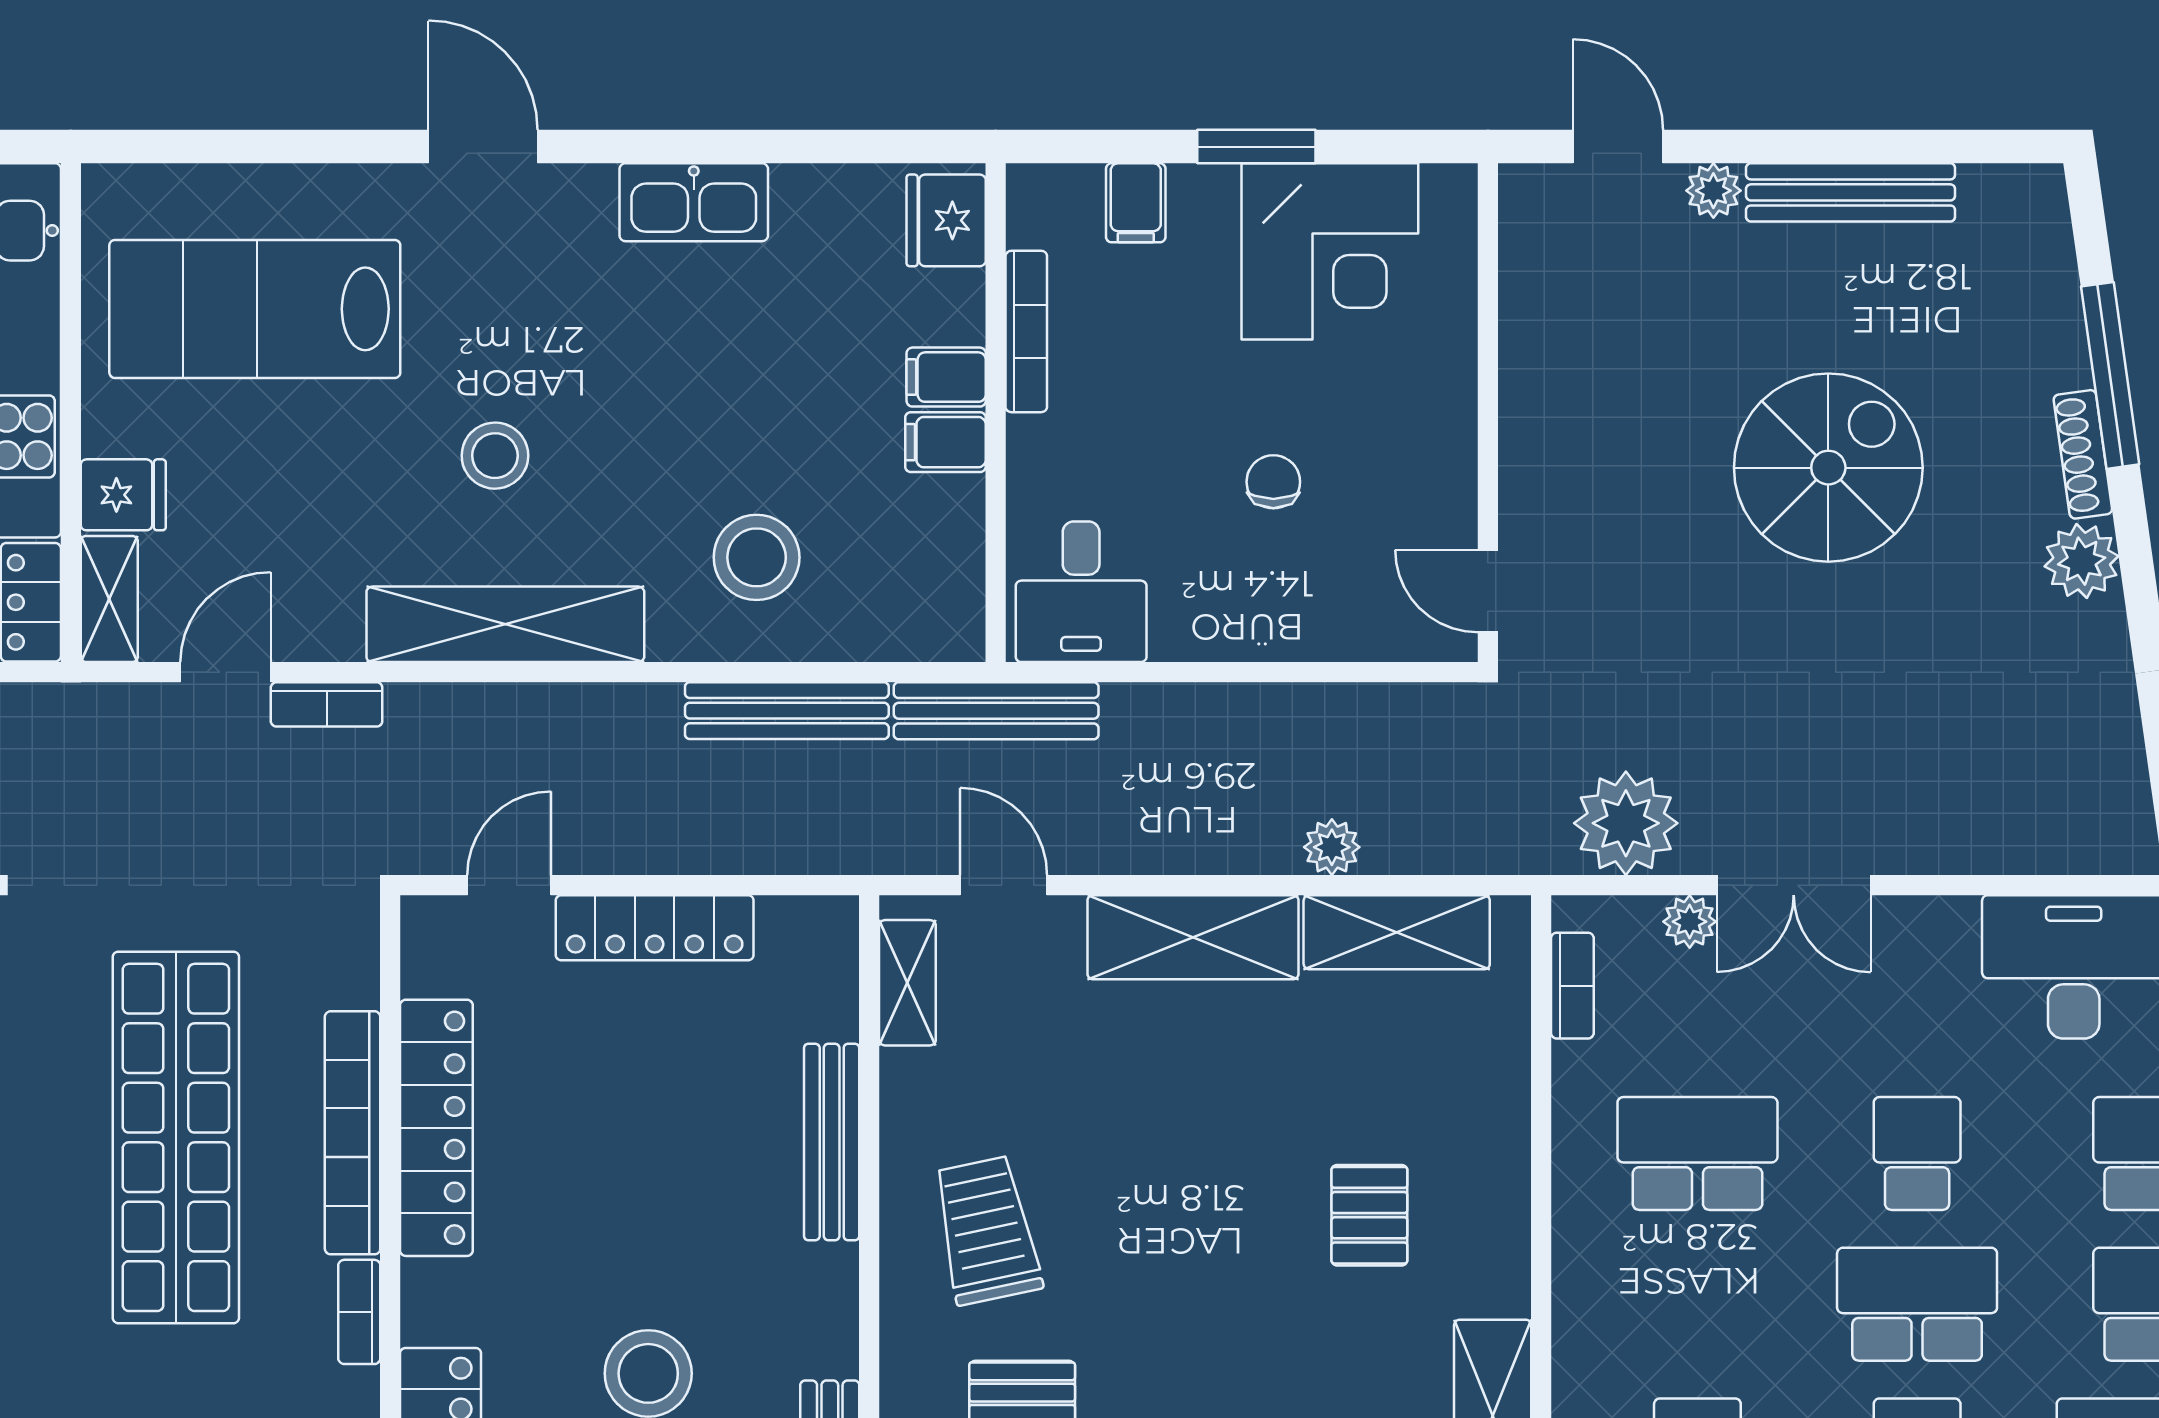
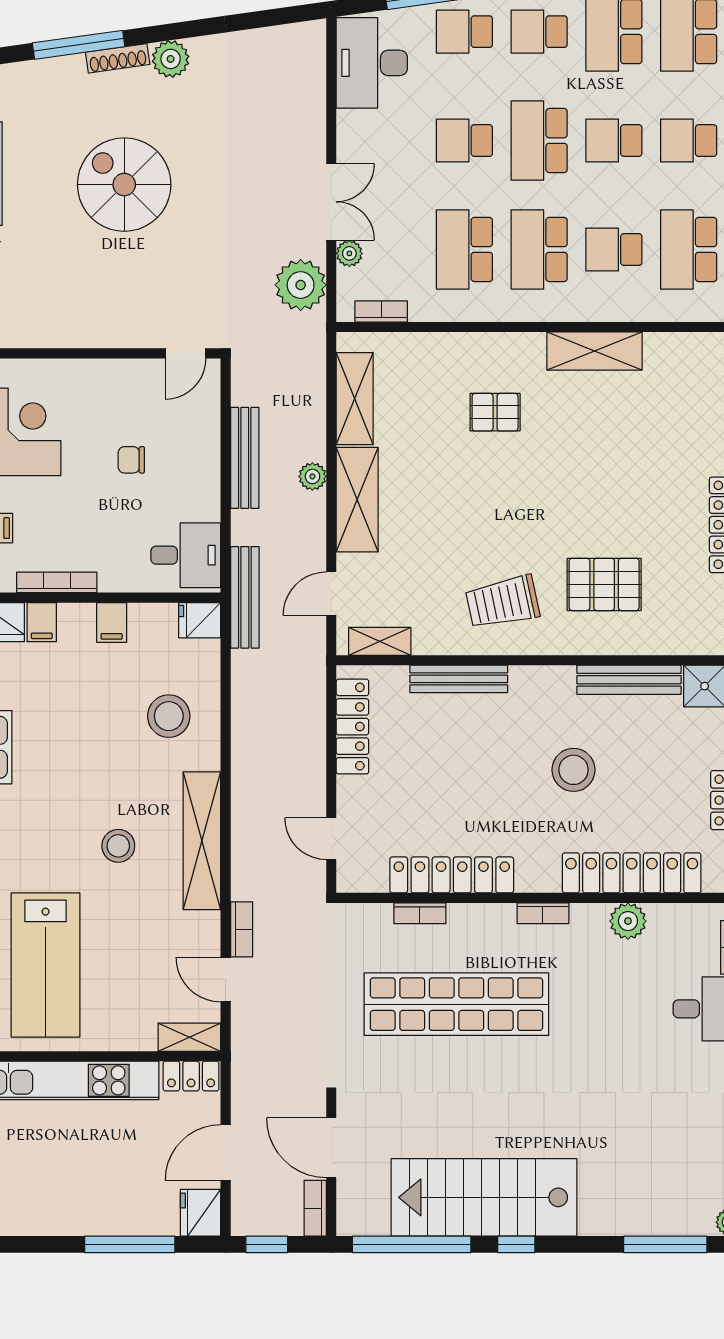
filing cabinet: (946, 377) -> (42, 622), moved
fridge: (123, 495) -> (200, 620), moved, turned -90
bench: (787, 711) -> (245, 458), moved
plant: (1332, 847) -> (312, 476), moved
locker: (655, 928) -> (352, 727), moved
bookcase: (353, 1133) -> (420, 913), width x0.43, depth x0.76
school desk: (1697, 1304) -> (539, 249), added

